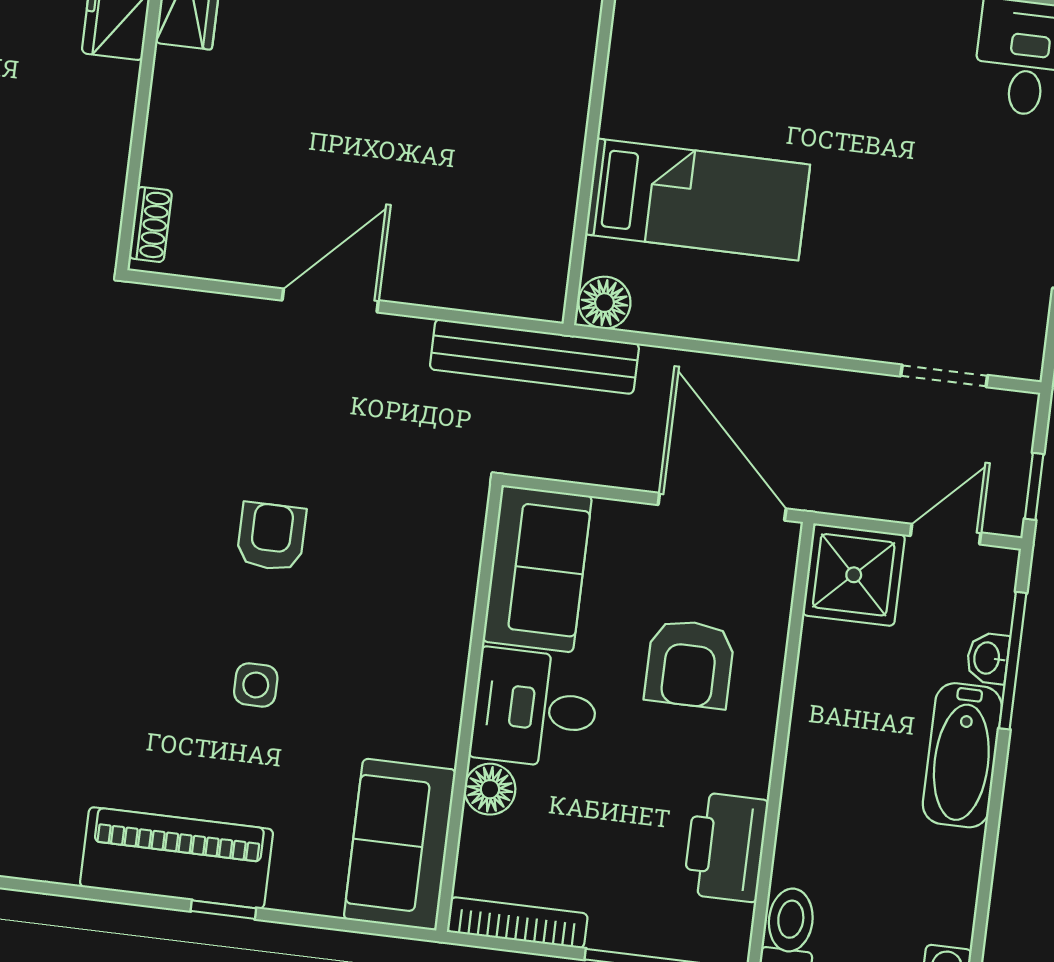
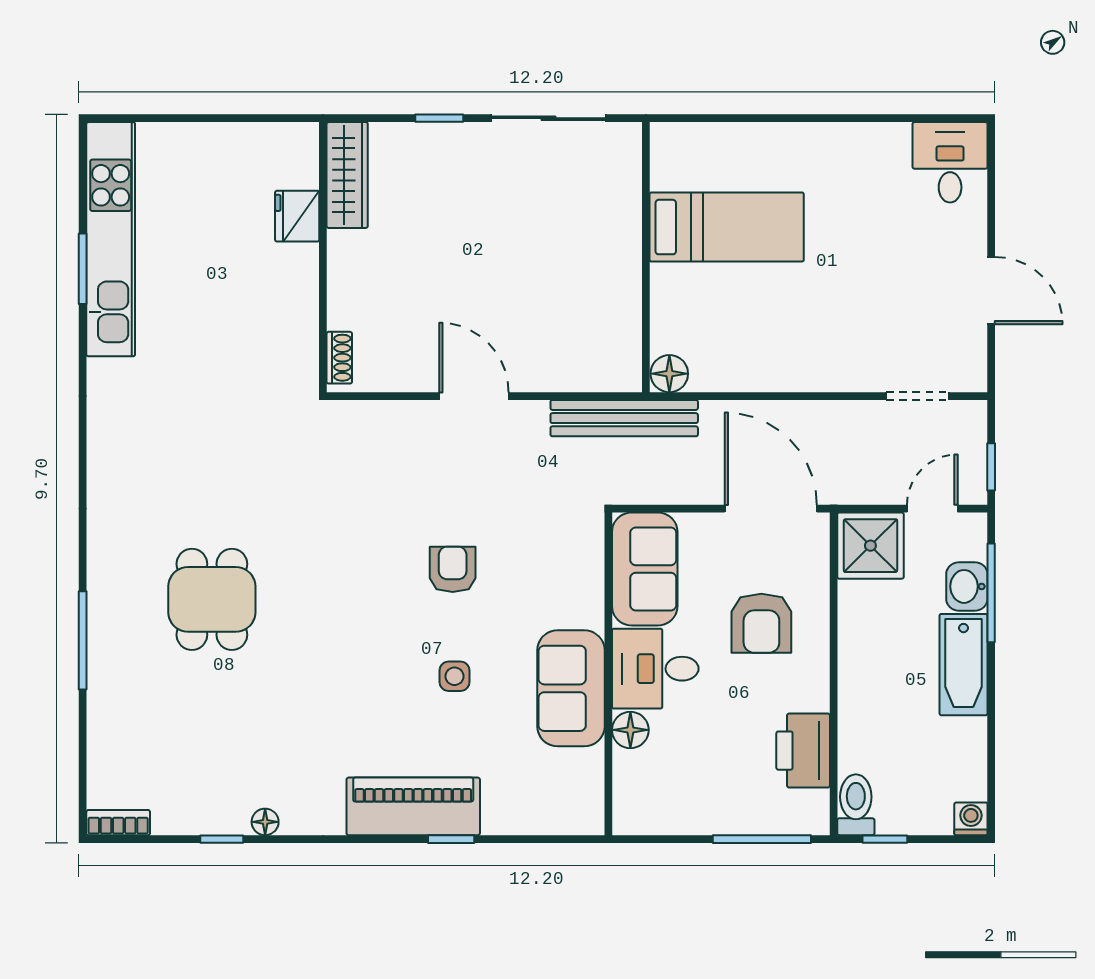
bed: (698, 199) -> (727, 227), moved
door: (330, 300) -> (474, 396), hinge flipped
washbasin: (988, 658) -> (967, 586), width x1.38, depth x1.45
sofa: (400, 844) -> (571, 688), moved
bookcase: (517, 923) -> (661, 823), removed

